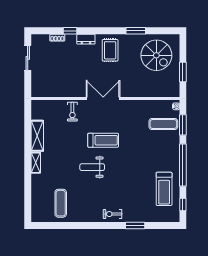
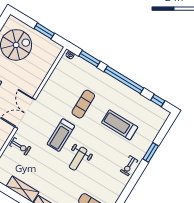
exercise mat: (163, 124) -> (83, 104), moved
treadmill: (103, 140) -> (61, 135), turned 180
treadmill: (164, 189) -> (120, 125), moved, turned 180

